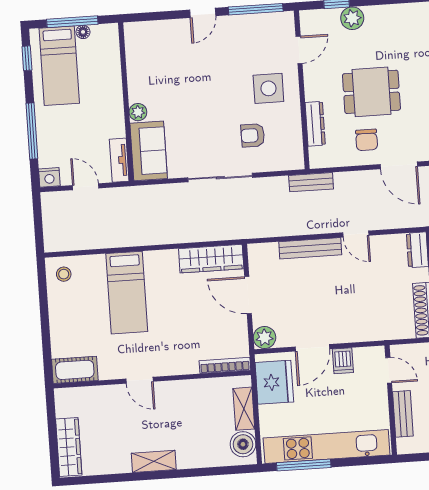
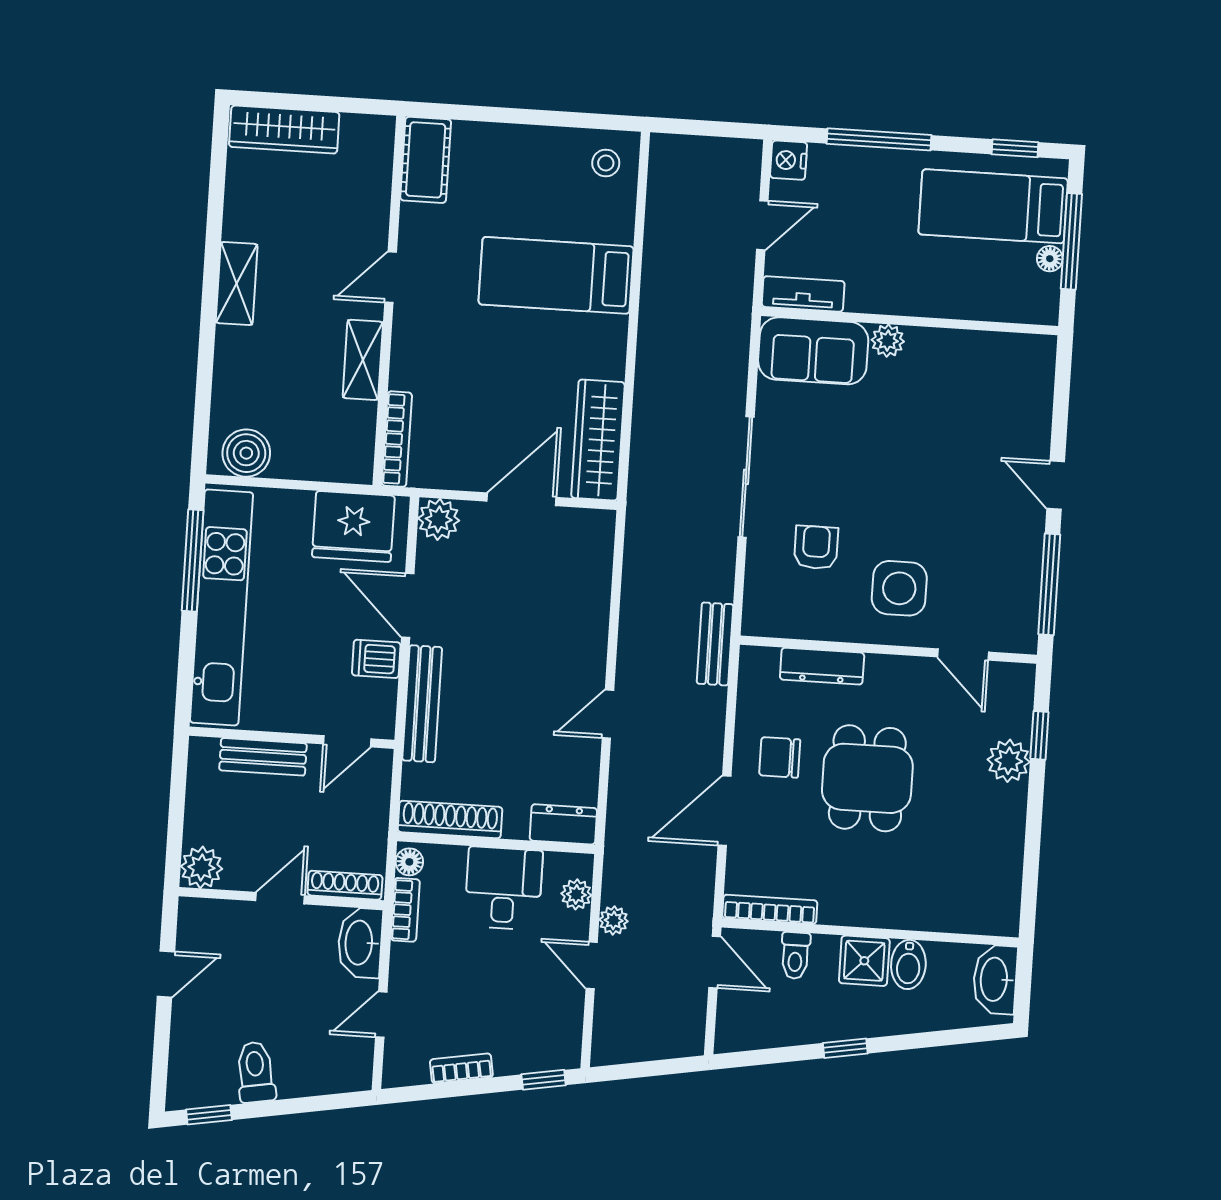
bench: (310, 248) -> (422, 704), moved
shelving: (244, 409) -> (363, 360), moved, turned 90

